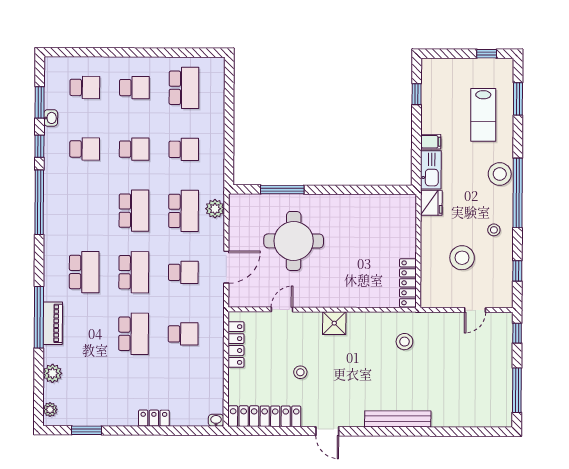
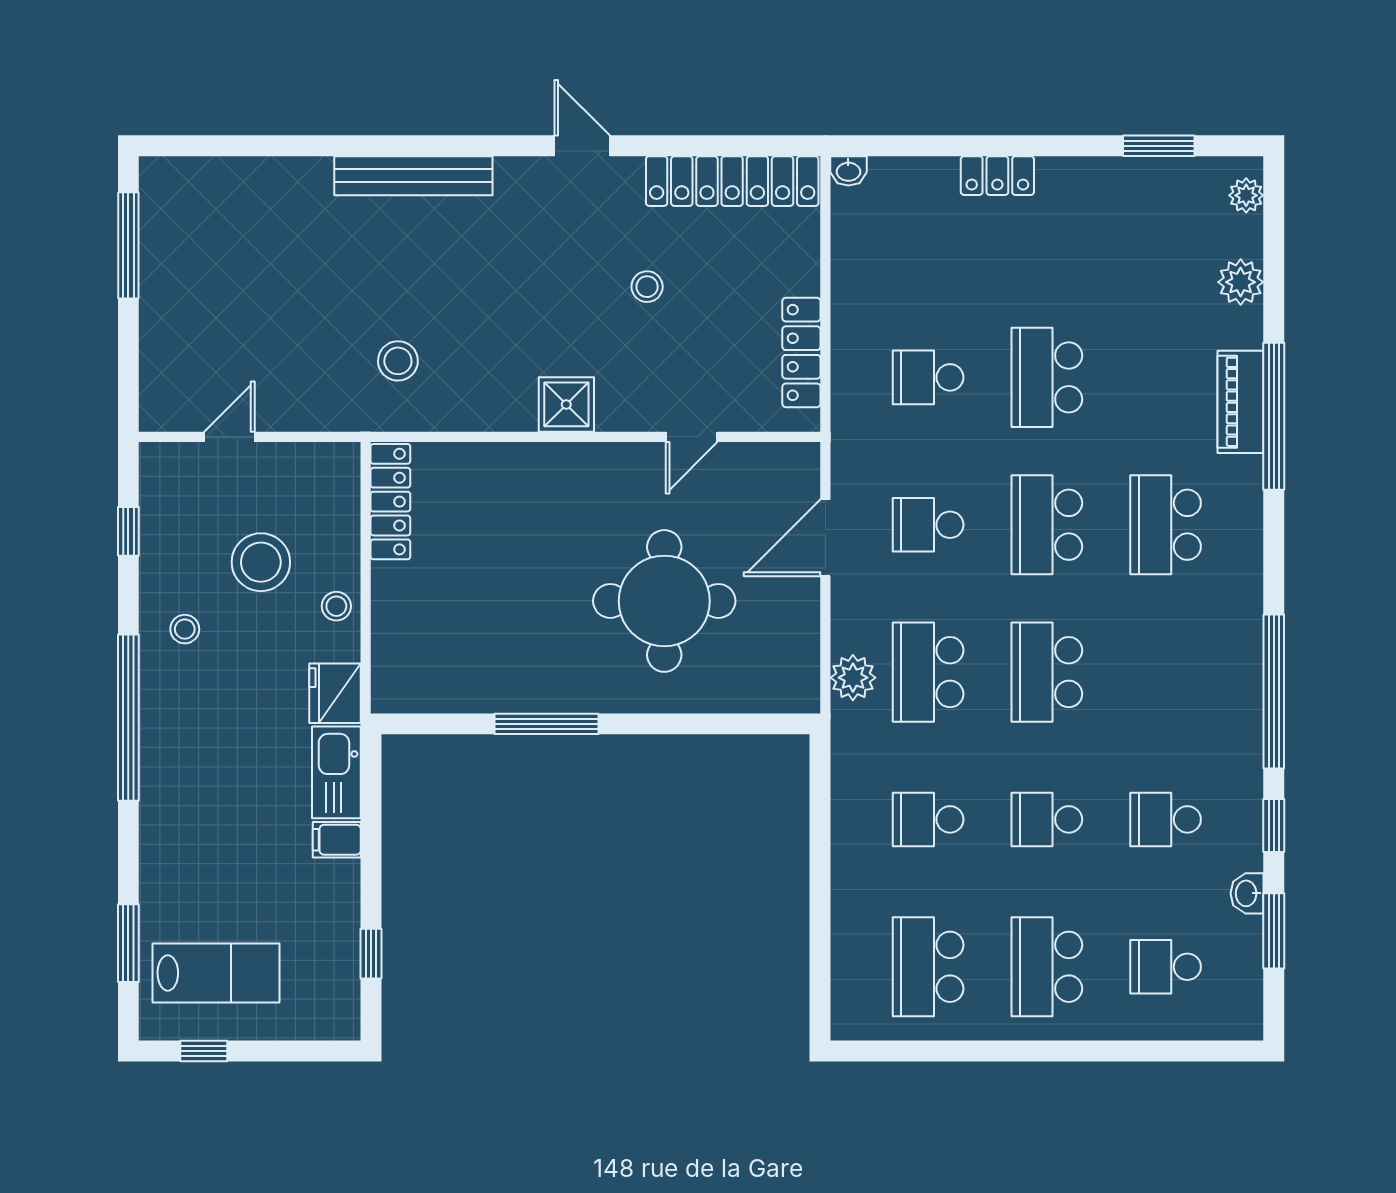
school desk: (134, 88) -> (1047, 967), width x1.85
lab bench: (483, 115) -> (216, 973), moved, turned 90
stool: (500, 174) -> (336, 606), moved, width x0.53, depth x0.53
window: (282, 190) -> (547, 724), moved
window: (517, 333) -> (128, 382), removed

